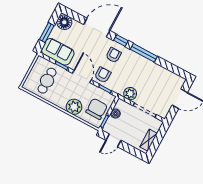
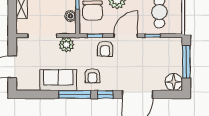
window: (47, 33) -> (186, 62), width x1.44
sofa: (58, 52) -> (58, 80), moved, turned 180
armchair: (114, 55) -> (92, 76), moved
door: (82, 76) -> (126, 36), swing flipped

